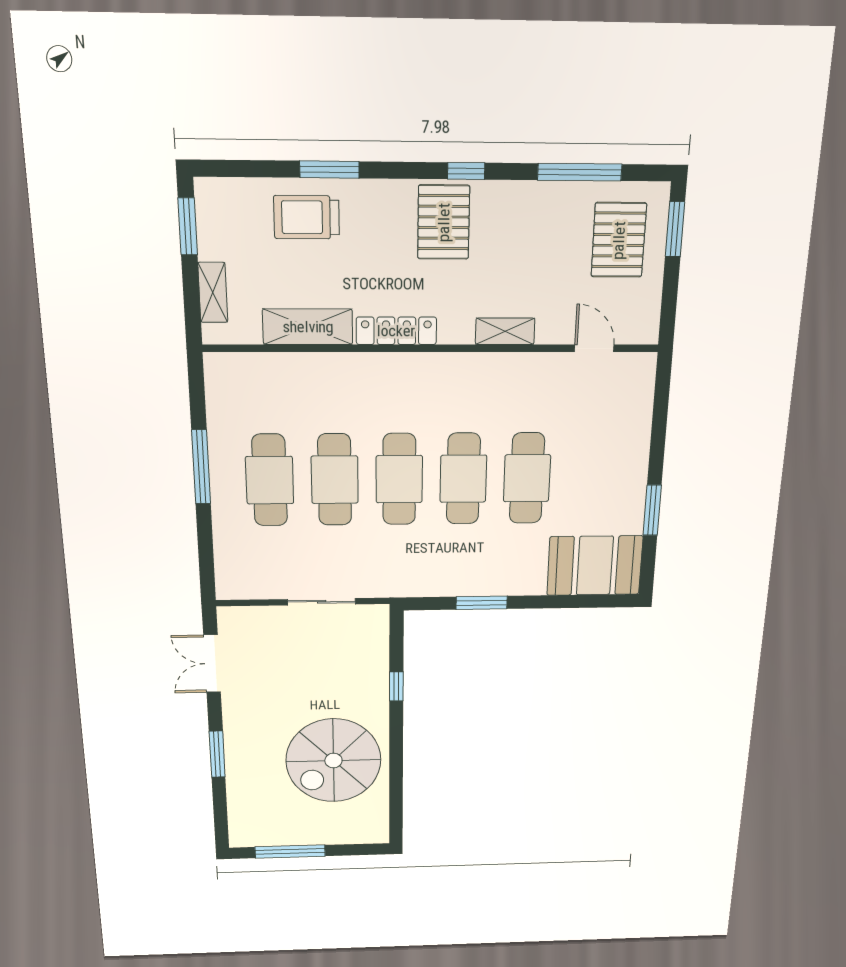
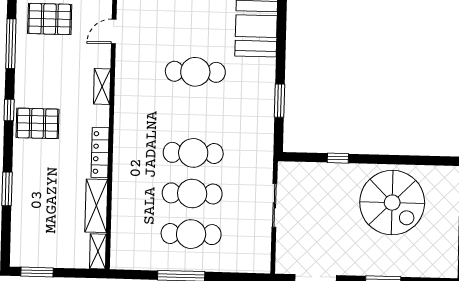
trolley: (307, 217) -> (33, 203), removed
shelving: (213, 292) -> (98, 251), moved, turned 90
cafe table: (463, 479) -> (194, 112), removed

